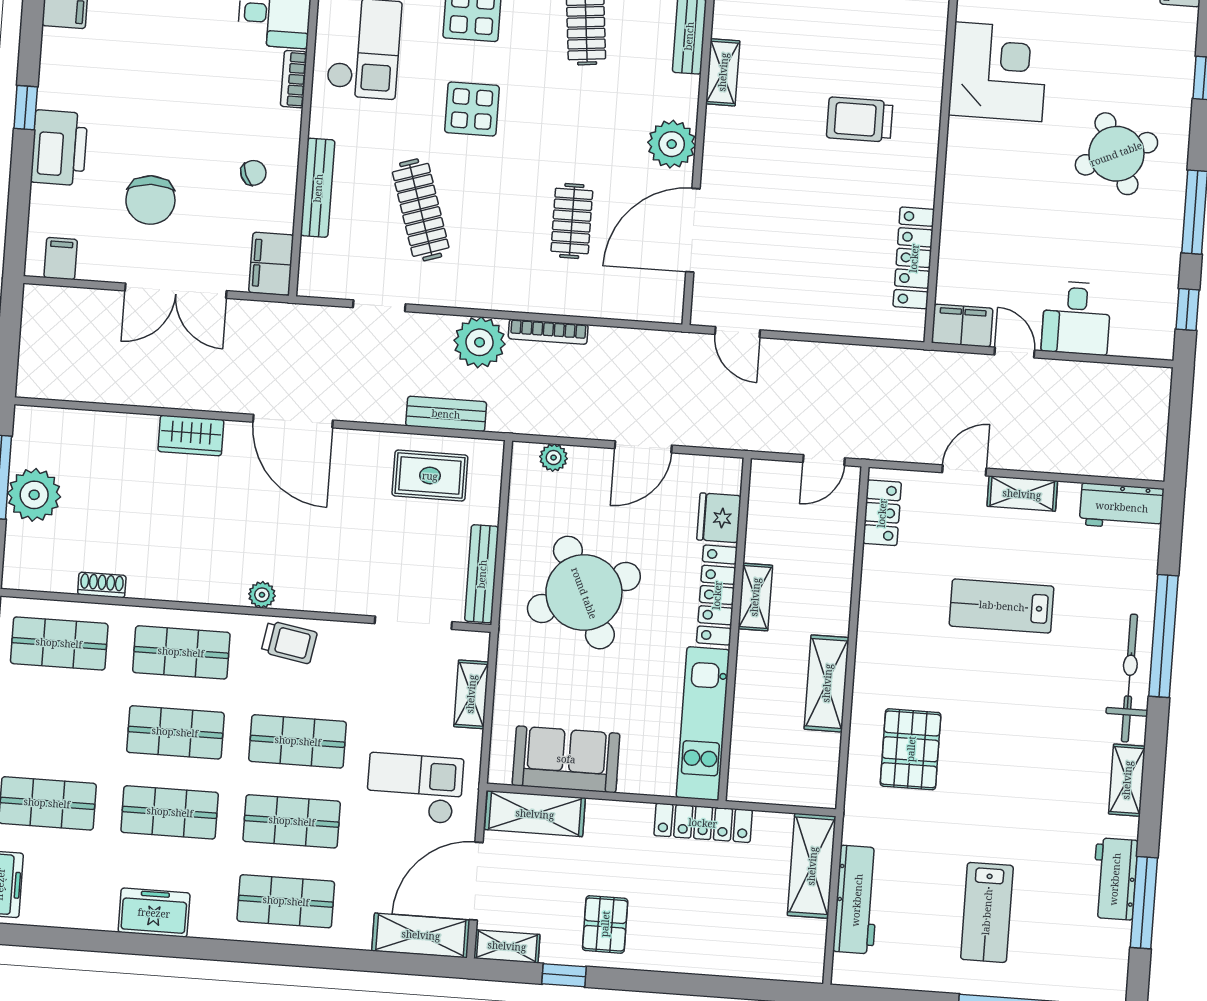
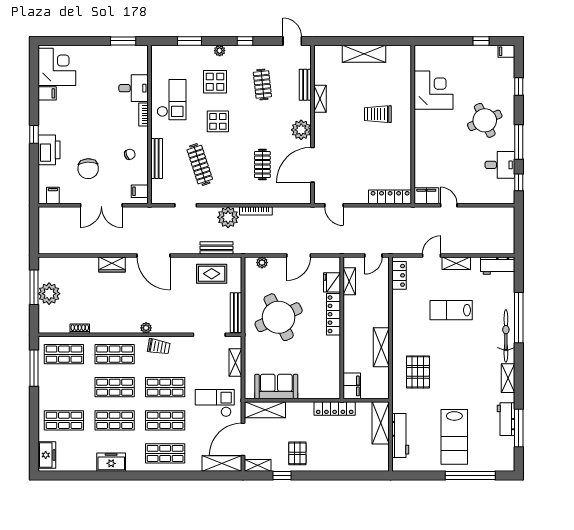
locker: (914, 258) -> (390, 197), moved, turned 90
filing cabinet: (271, 264) -> (140, 191), width x0.50
desk: (1076, 318) -> (500, 165), moved, turned -90
shelving: (755, 597) -> (349, 281), moved
kitchen unit: (703, 724) -> (332, 368), removed
filing cabinet: (749, 771) -> (352, 386), added
lab bench: (987, 912) -> (454, 437), width x1.36, depth x1.39

